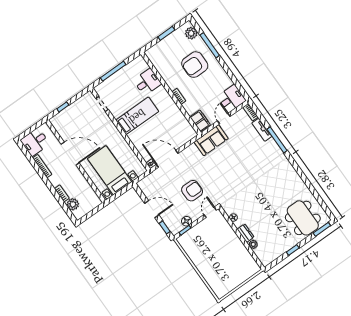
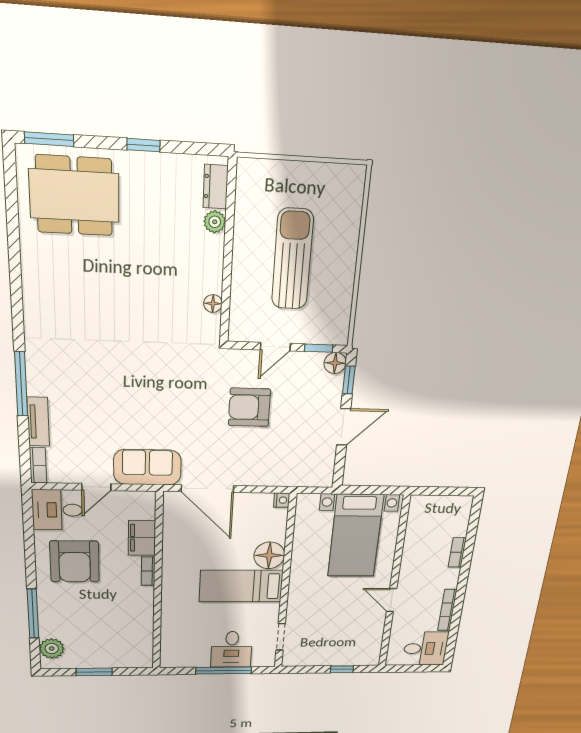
armchair: (195, 65) -> (75, 561), moved, turned 90
desk: (147, 82) -> (232, 649), moved, turned -90
filing cabinet: (200, 121) -> (142, 538), moved
floor lamp: (137, 137) -> (269, 555), added
door: (70, 154) -> (392, 600), width x0.53
door: (167, 159) -> (208, 489), moved
plant: (73, 204) -> (457, 525), removed
door: (152, 209) -> (344, 427), swing flipped
door: (210, 212) -> (275, 347), moved
dining table: (303, 218) -> (74, 196), turned 90
floor lamp: (187, 221) -> (335, 363), moved
dresser: (246, 233) -> (216, 187), moved
sun lounger: (219, 252) -> (292, 259), added

